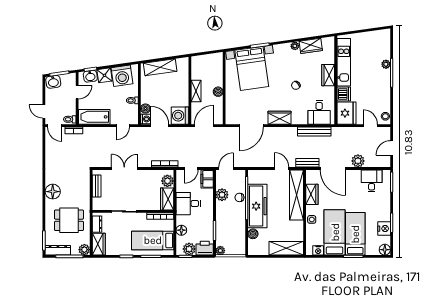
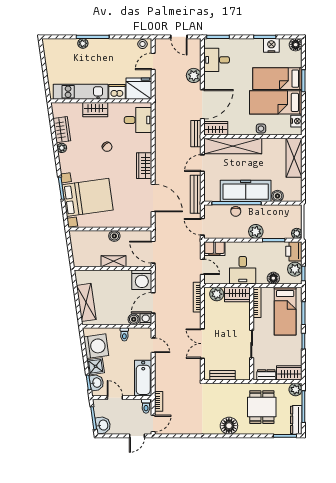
bench: (314, 132) -> (196, 194), moved
wardrobe: (312, 194) -> (216, 128), moved
plant: (222, 195) -> (256, 231), moved

